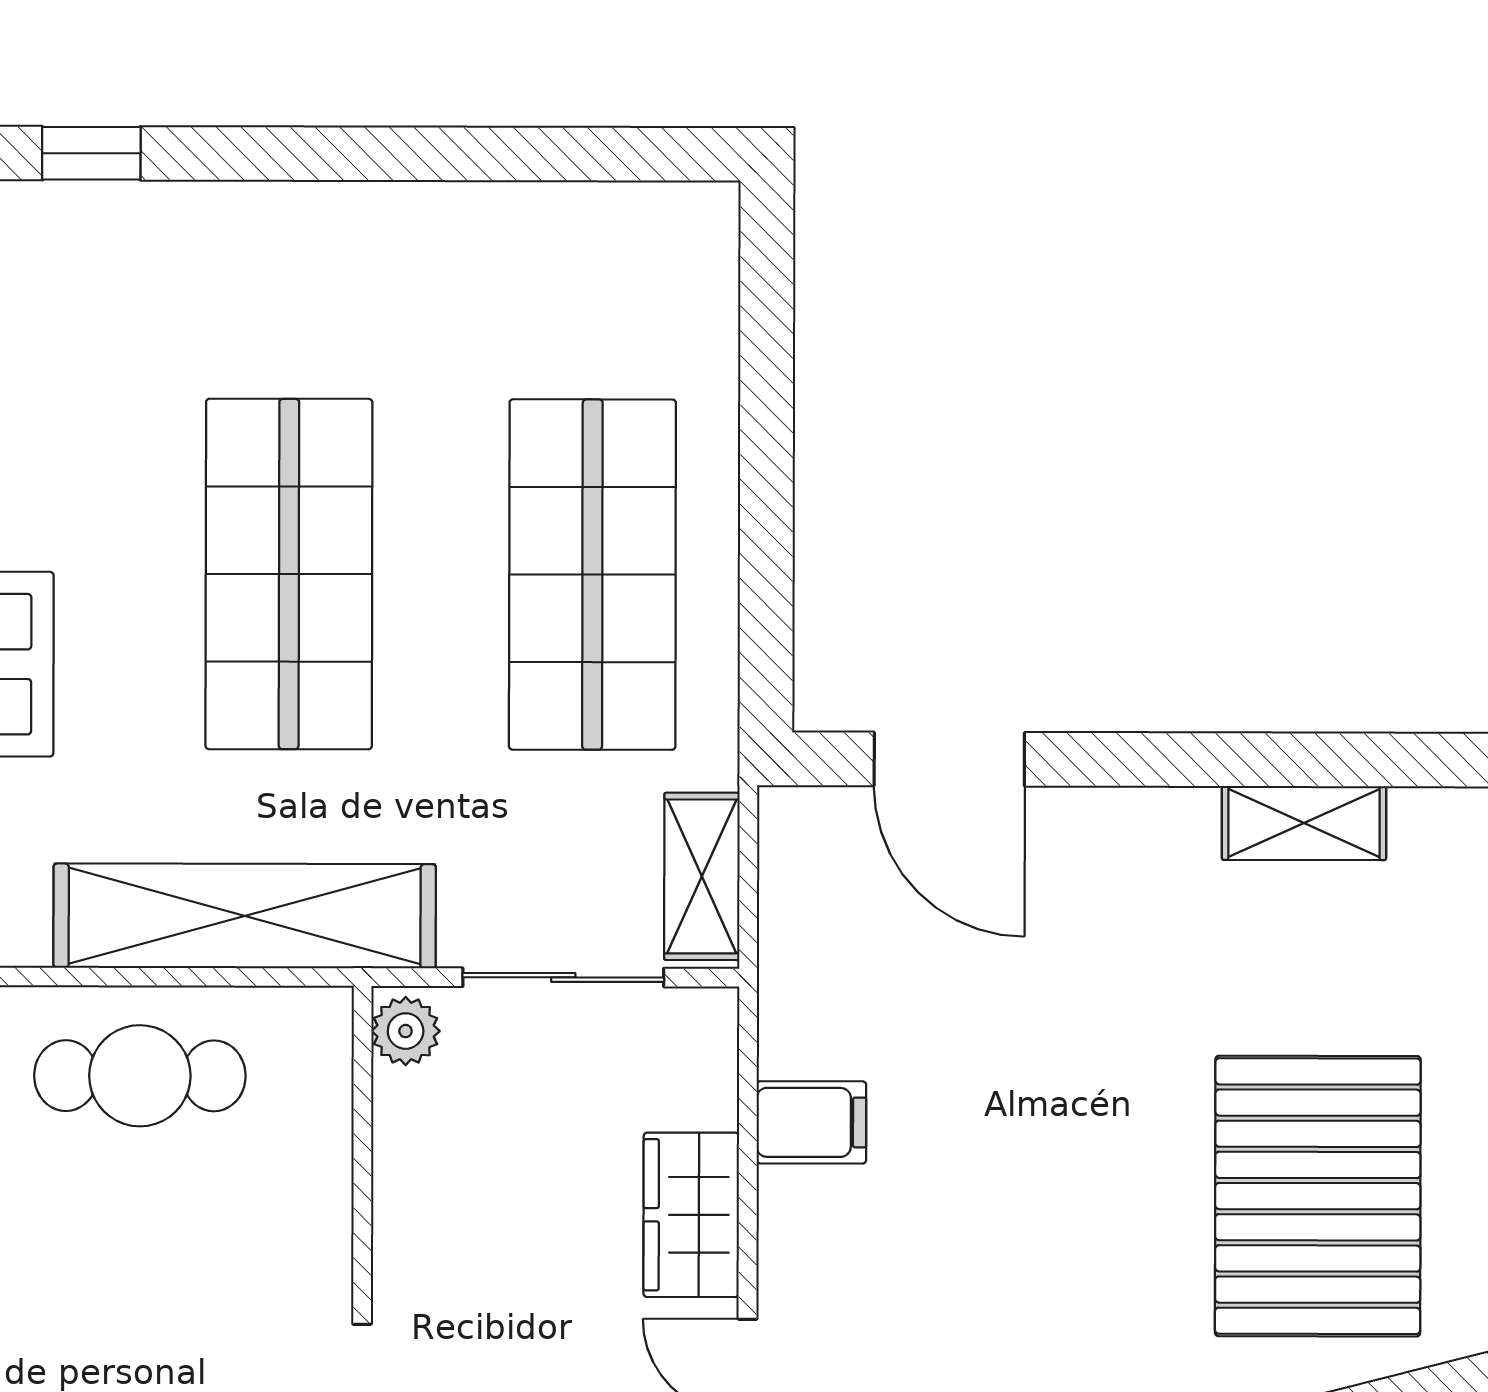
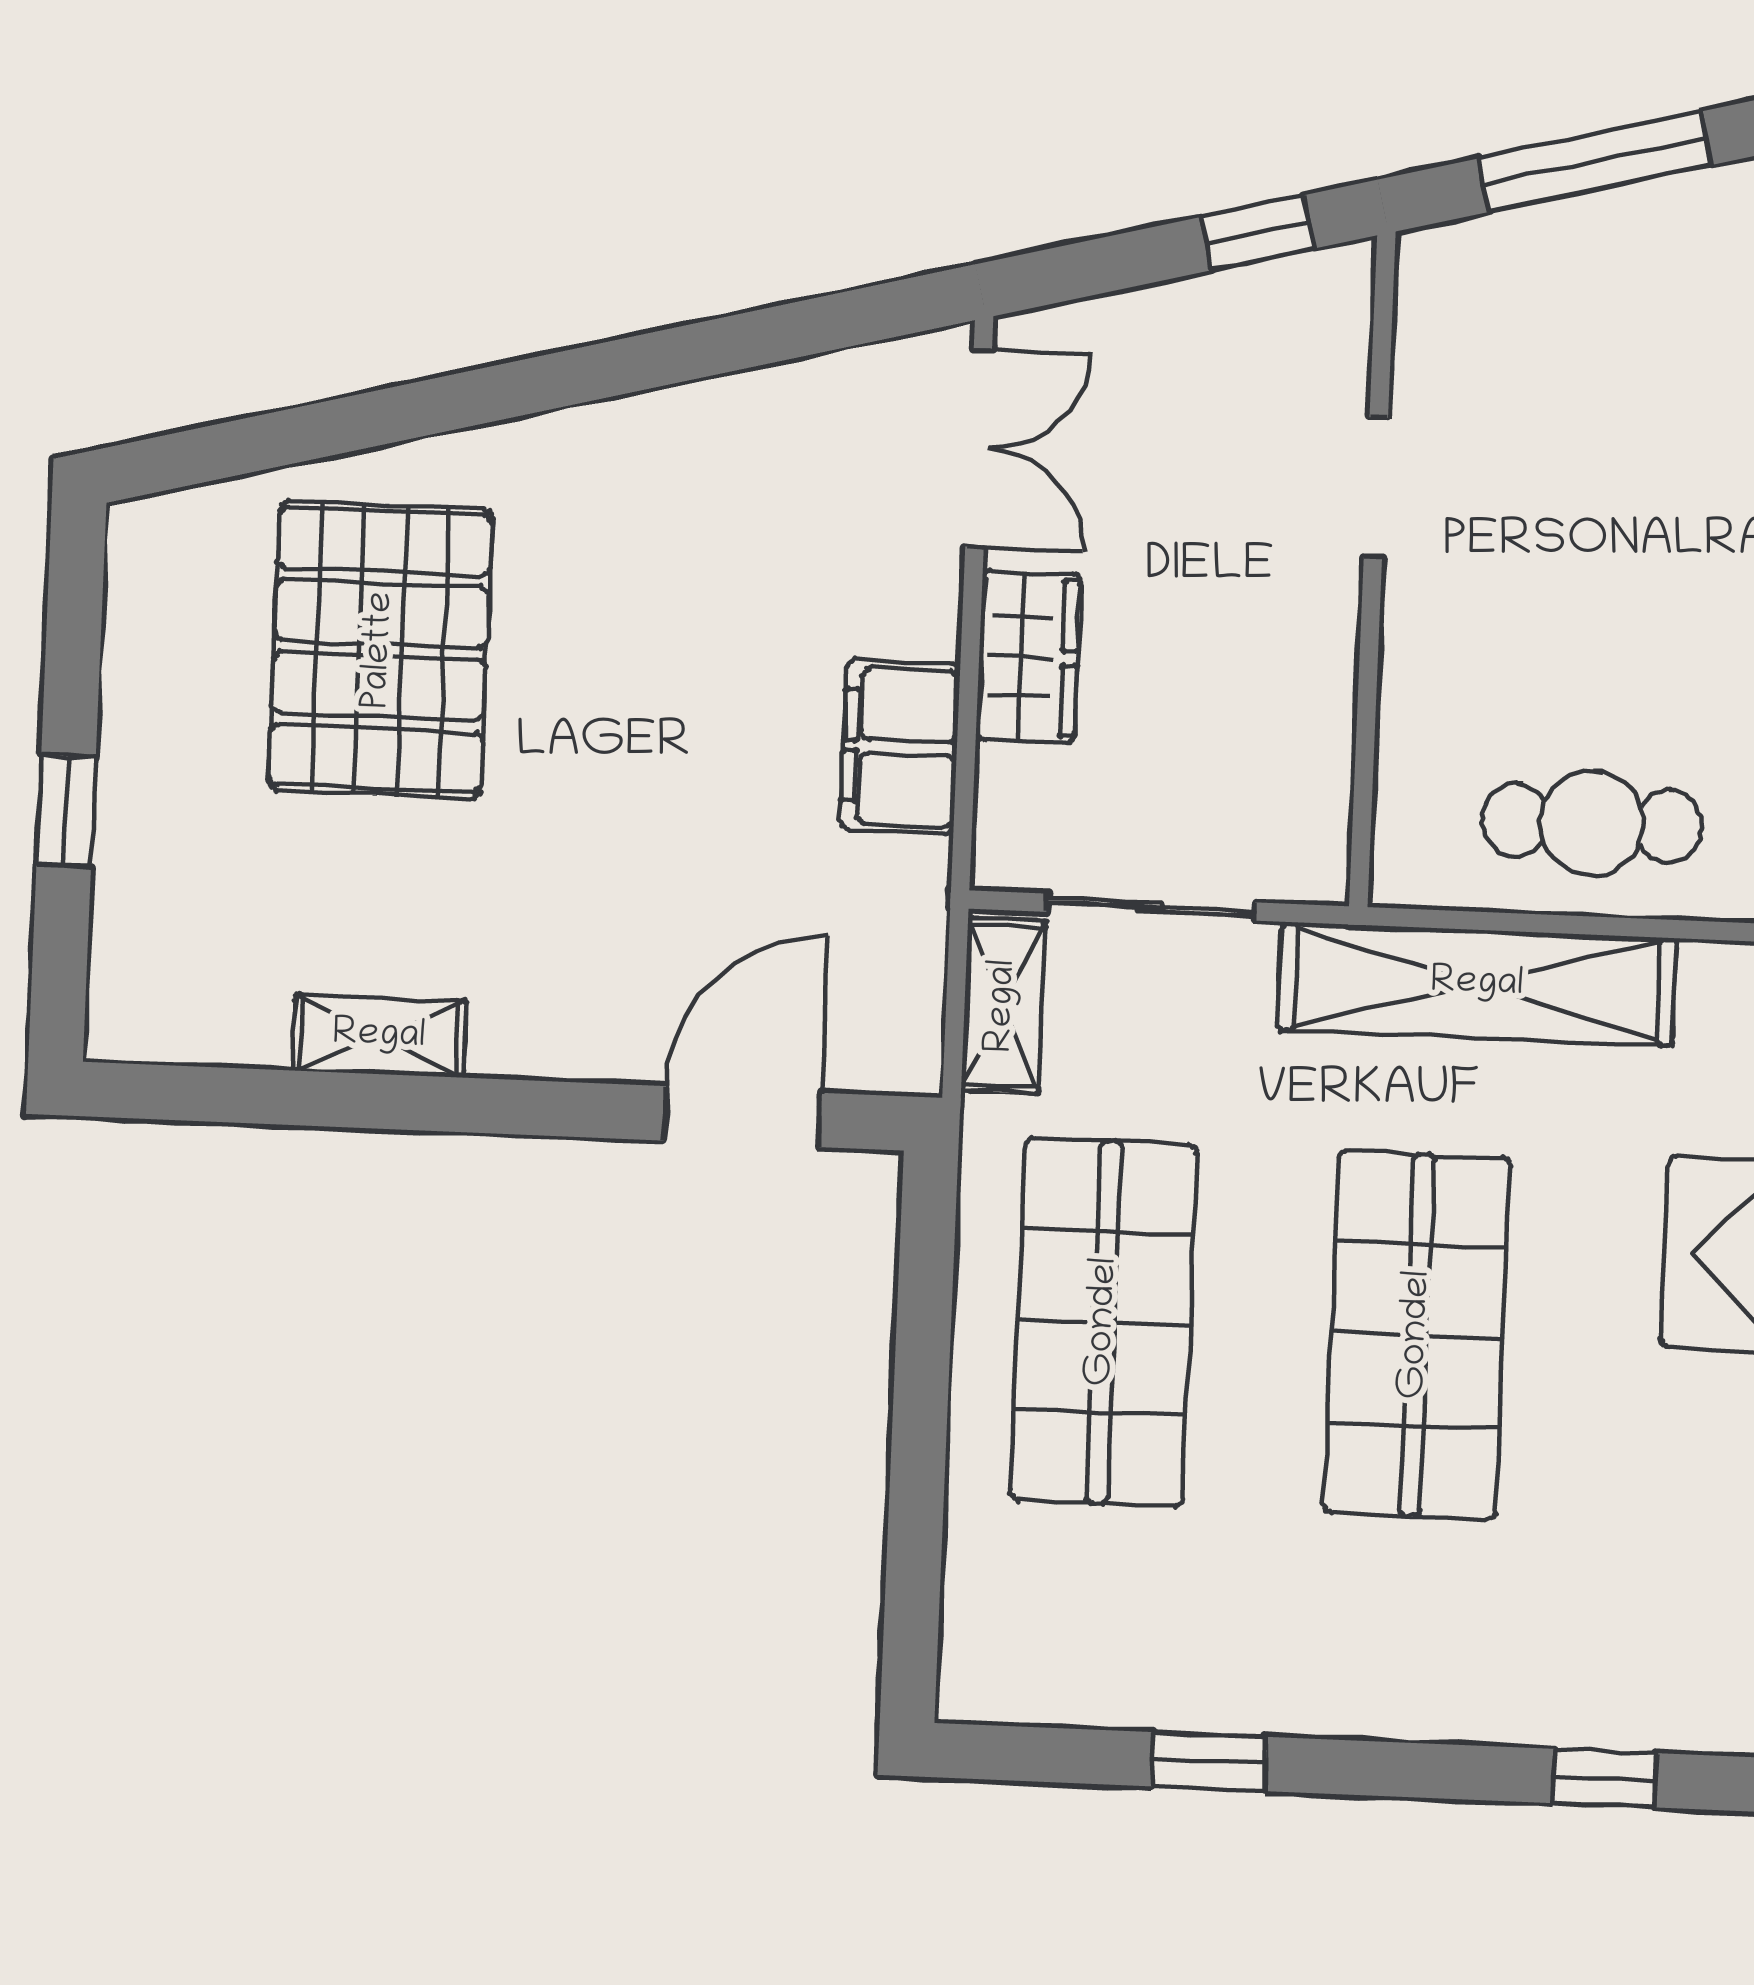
window: (474, 154) -> (1209, 1762), added
door: (949, 759) -> (743, 1117), hinge flipped
plant: (406, 1031) -> (1316, 858), removed
filing cabinet: (811, 1122) -> (900, 747), width x2.00

